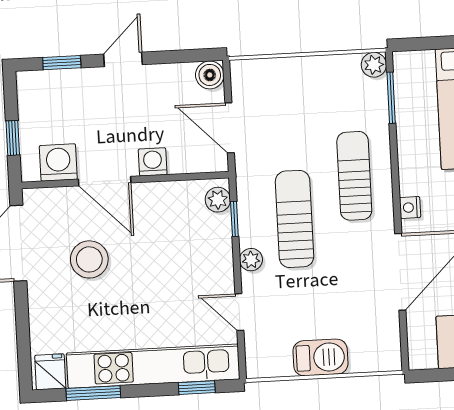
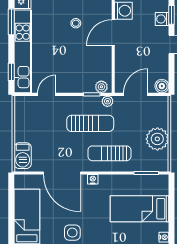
plant: (374, 65) -> (157, 139), moved, width x1.87, depth x1.87
washing machine: (153, 162) -> (162, 19), moved, turned 180
sun lounger: (354, 176) -> (109, 153), turned 180
stool: (89, 259) -> (76, 23), width x0.53, depth x0.53
plant: (251, 260) -> (107, 101), moved
barbecue: (320, 357) -> (23, 156), moved

